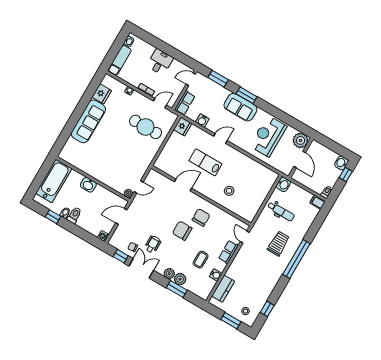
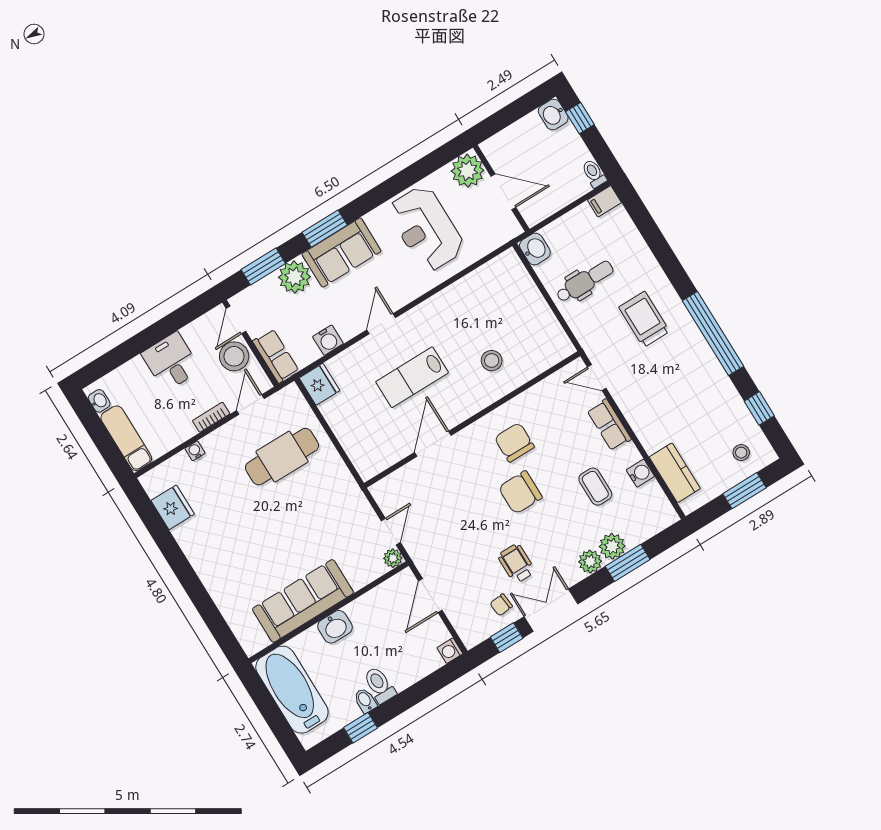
stool: (176, 86) -> (234, 356), added
plant: (221, 94) -> (294, 277), added
sofa: (88, 121) -> (303, 601), moved, turned -90
window: (296, 259) -> (713, 334), moved

